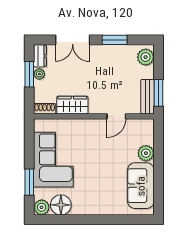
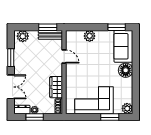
sofa: (141, 186) -> (123, 46), moved, turned 90
window: (159, 192) -> (117, 27), added
floor lamp: (61, 205) -> (126, 70), moved

